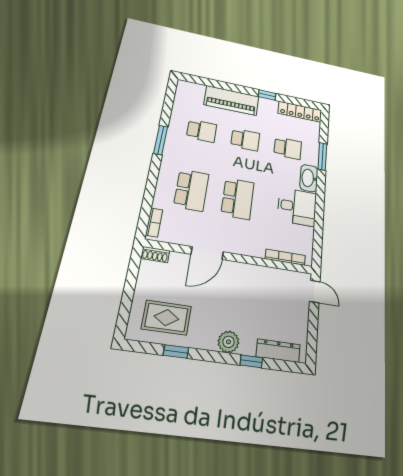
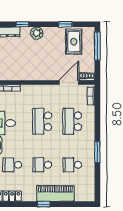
window: (267, 95) -> (44, 204), moved
door: (207, 253) -> (69, 83), moved
window: (126, 304) -> (97, 46), added
rug: (166, 318) -> (74, 42), turned 90

